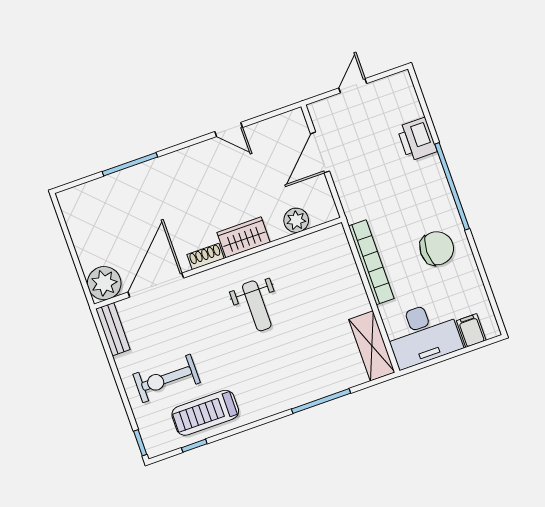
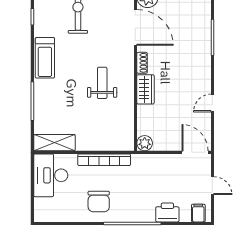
door: (320, 152) -> (195, 152), moved
plant: (296, 220) -> (145, 143), moved
weight bench: (257, 306) -> (102, 83), turned 90
filing cabinet: (471, 331) -> (198, 213), moved, turned -90
treadmill: (205, 413) -> (45, 58), moved, turned 180

